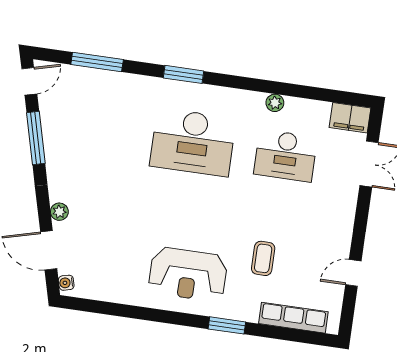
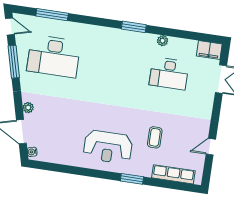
window: (183, 74) -> (134, 27), moved
door: (29, 81) -> (10, 26), hinge flipped
desk: (193, 142) -> (54, 56), moved

